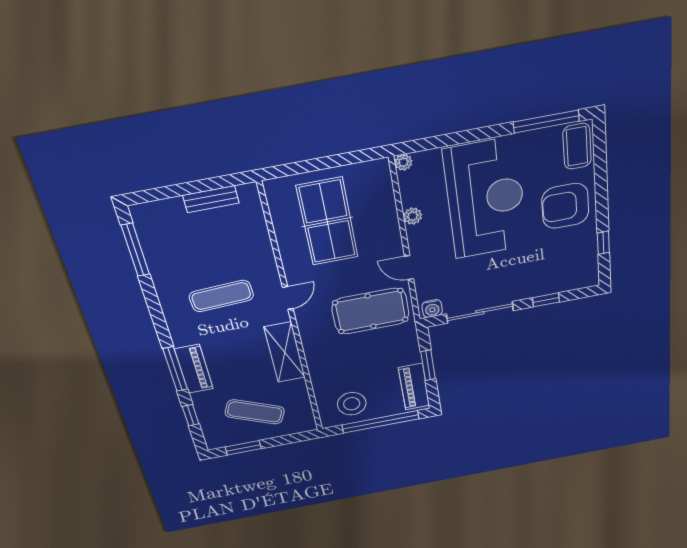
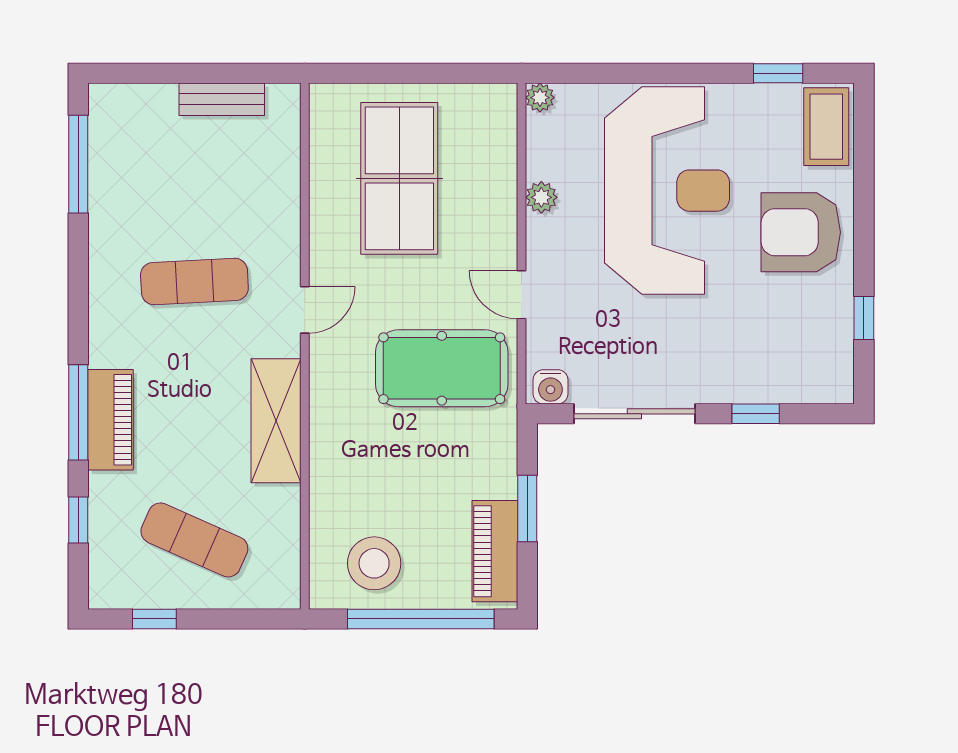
window: (546, 122) -> (778, 73), width x0.46
window: (243, 448) -> (154, 619), width x0.67

